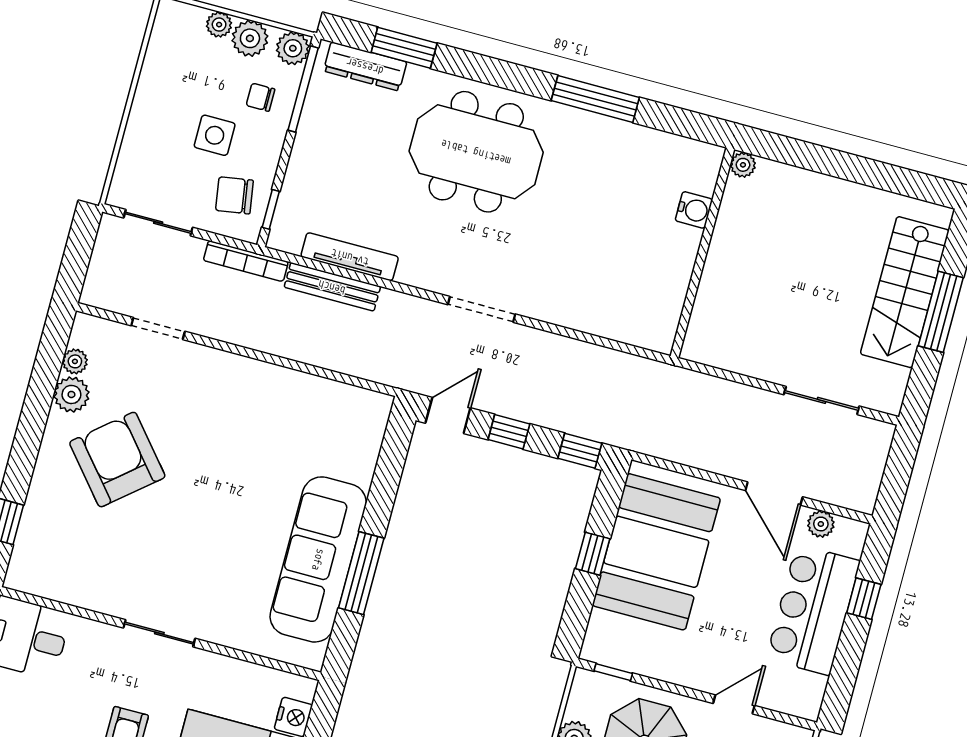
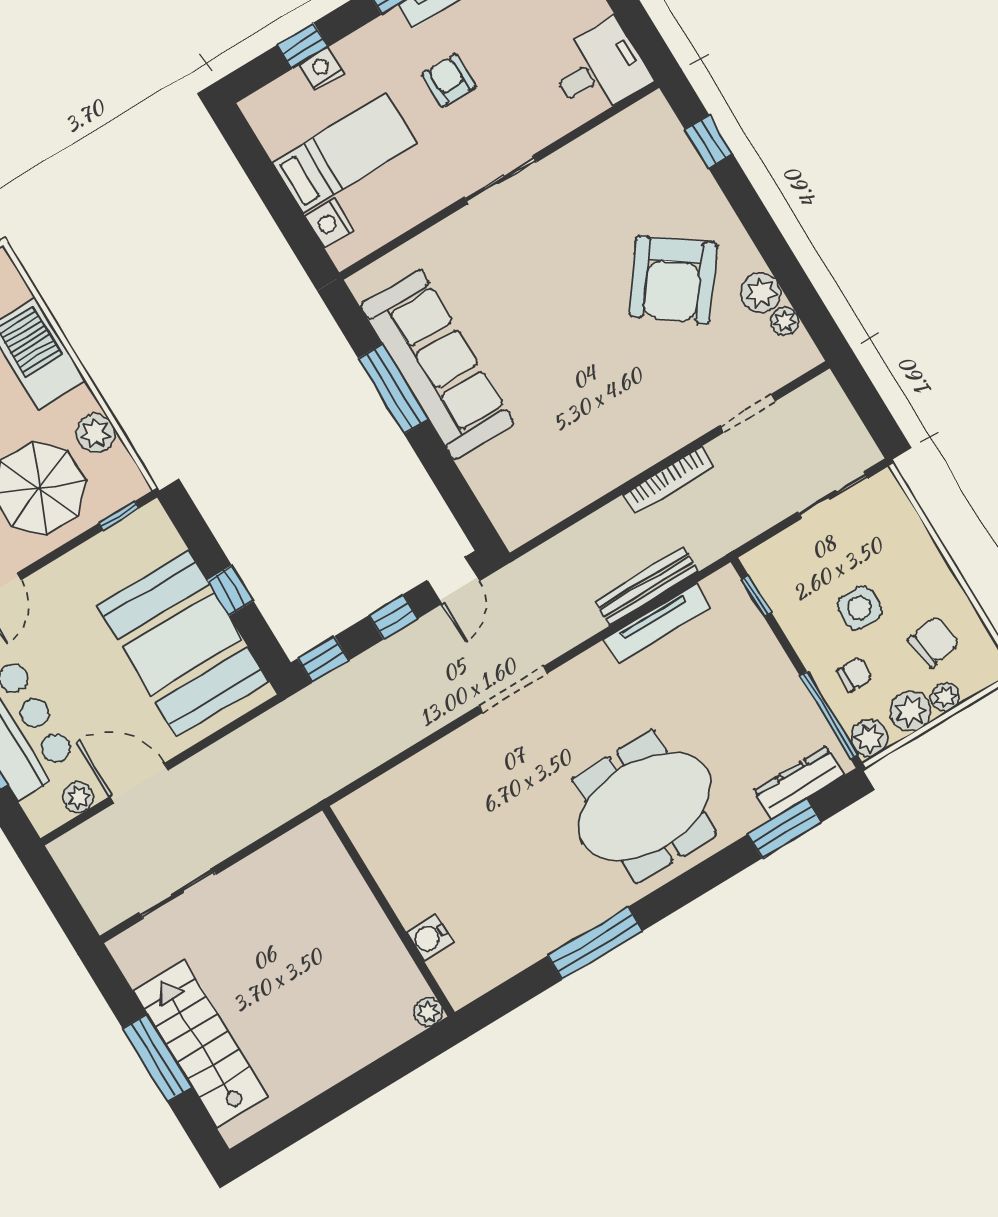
chair: (234, 195) -> (933, 642), moved
bookcase: (246, 261) -> (668, 480), moved, turned 180
armchair: (117, 460) -> (673, 280), turned 77

